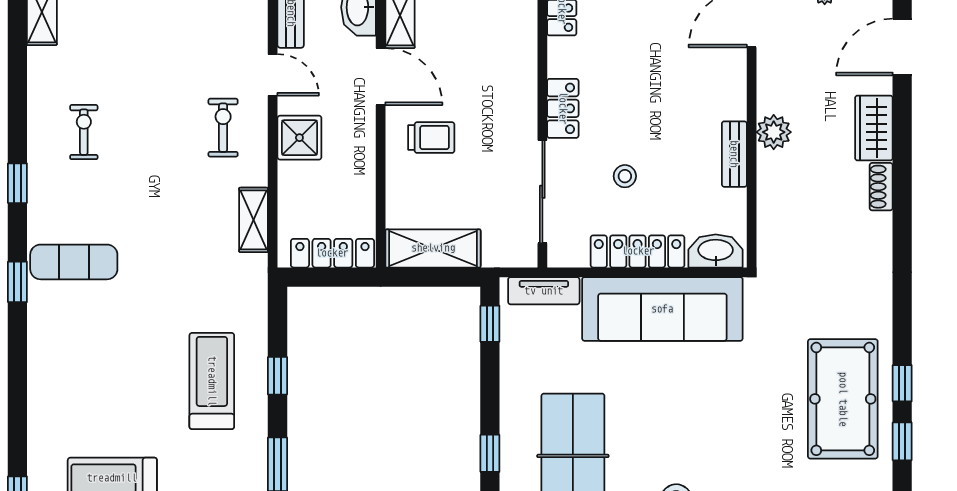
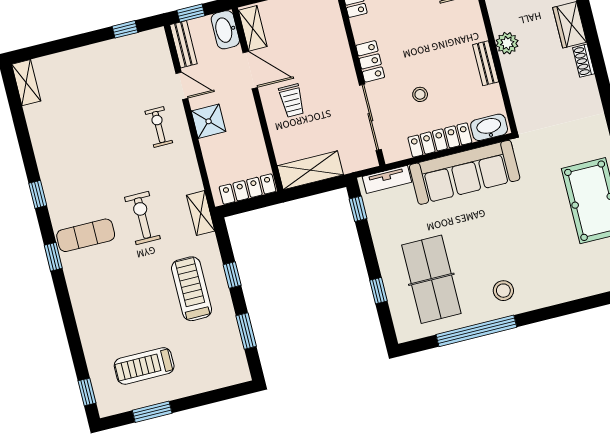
exercise bike: (84, 132) -> (142, 218), moved, width x1.38, depth x1.39
trolley: (431, 138) -> (292, 101), turned 90
shelving: (254, 220) -> (201, 213), moved

